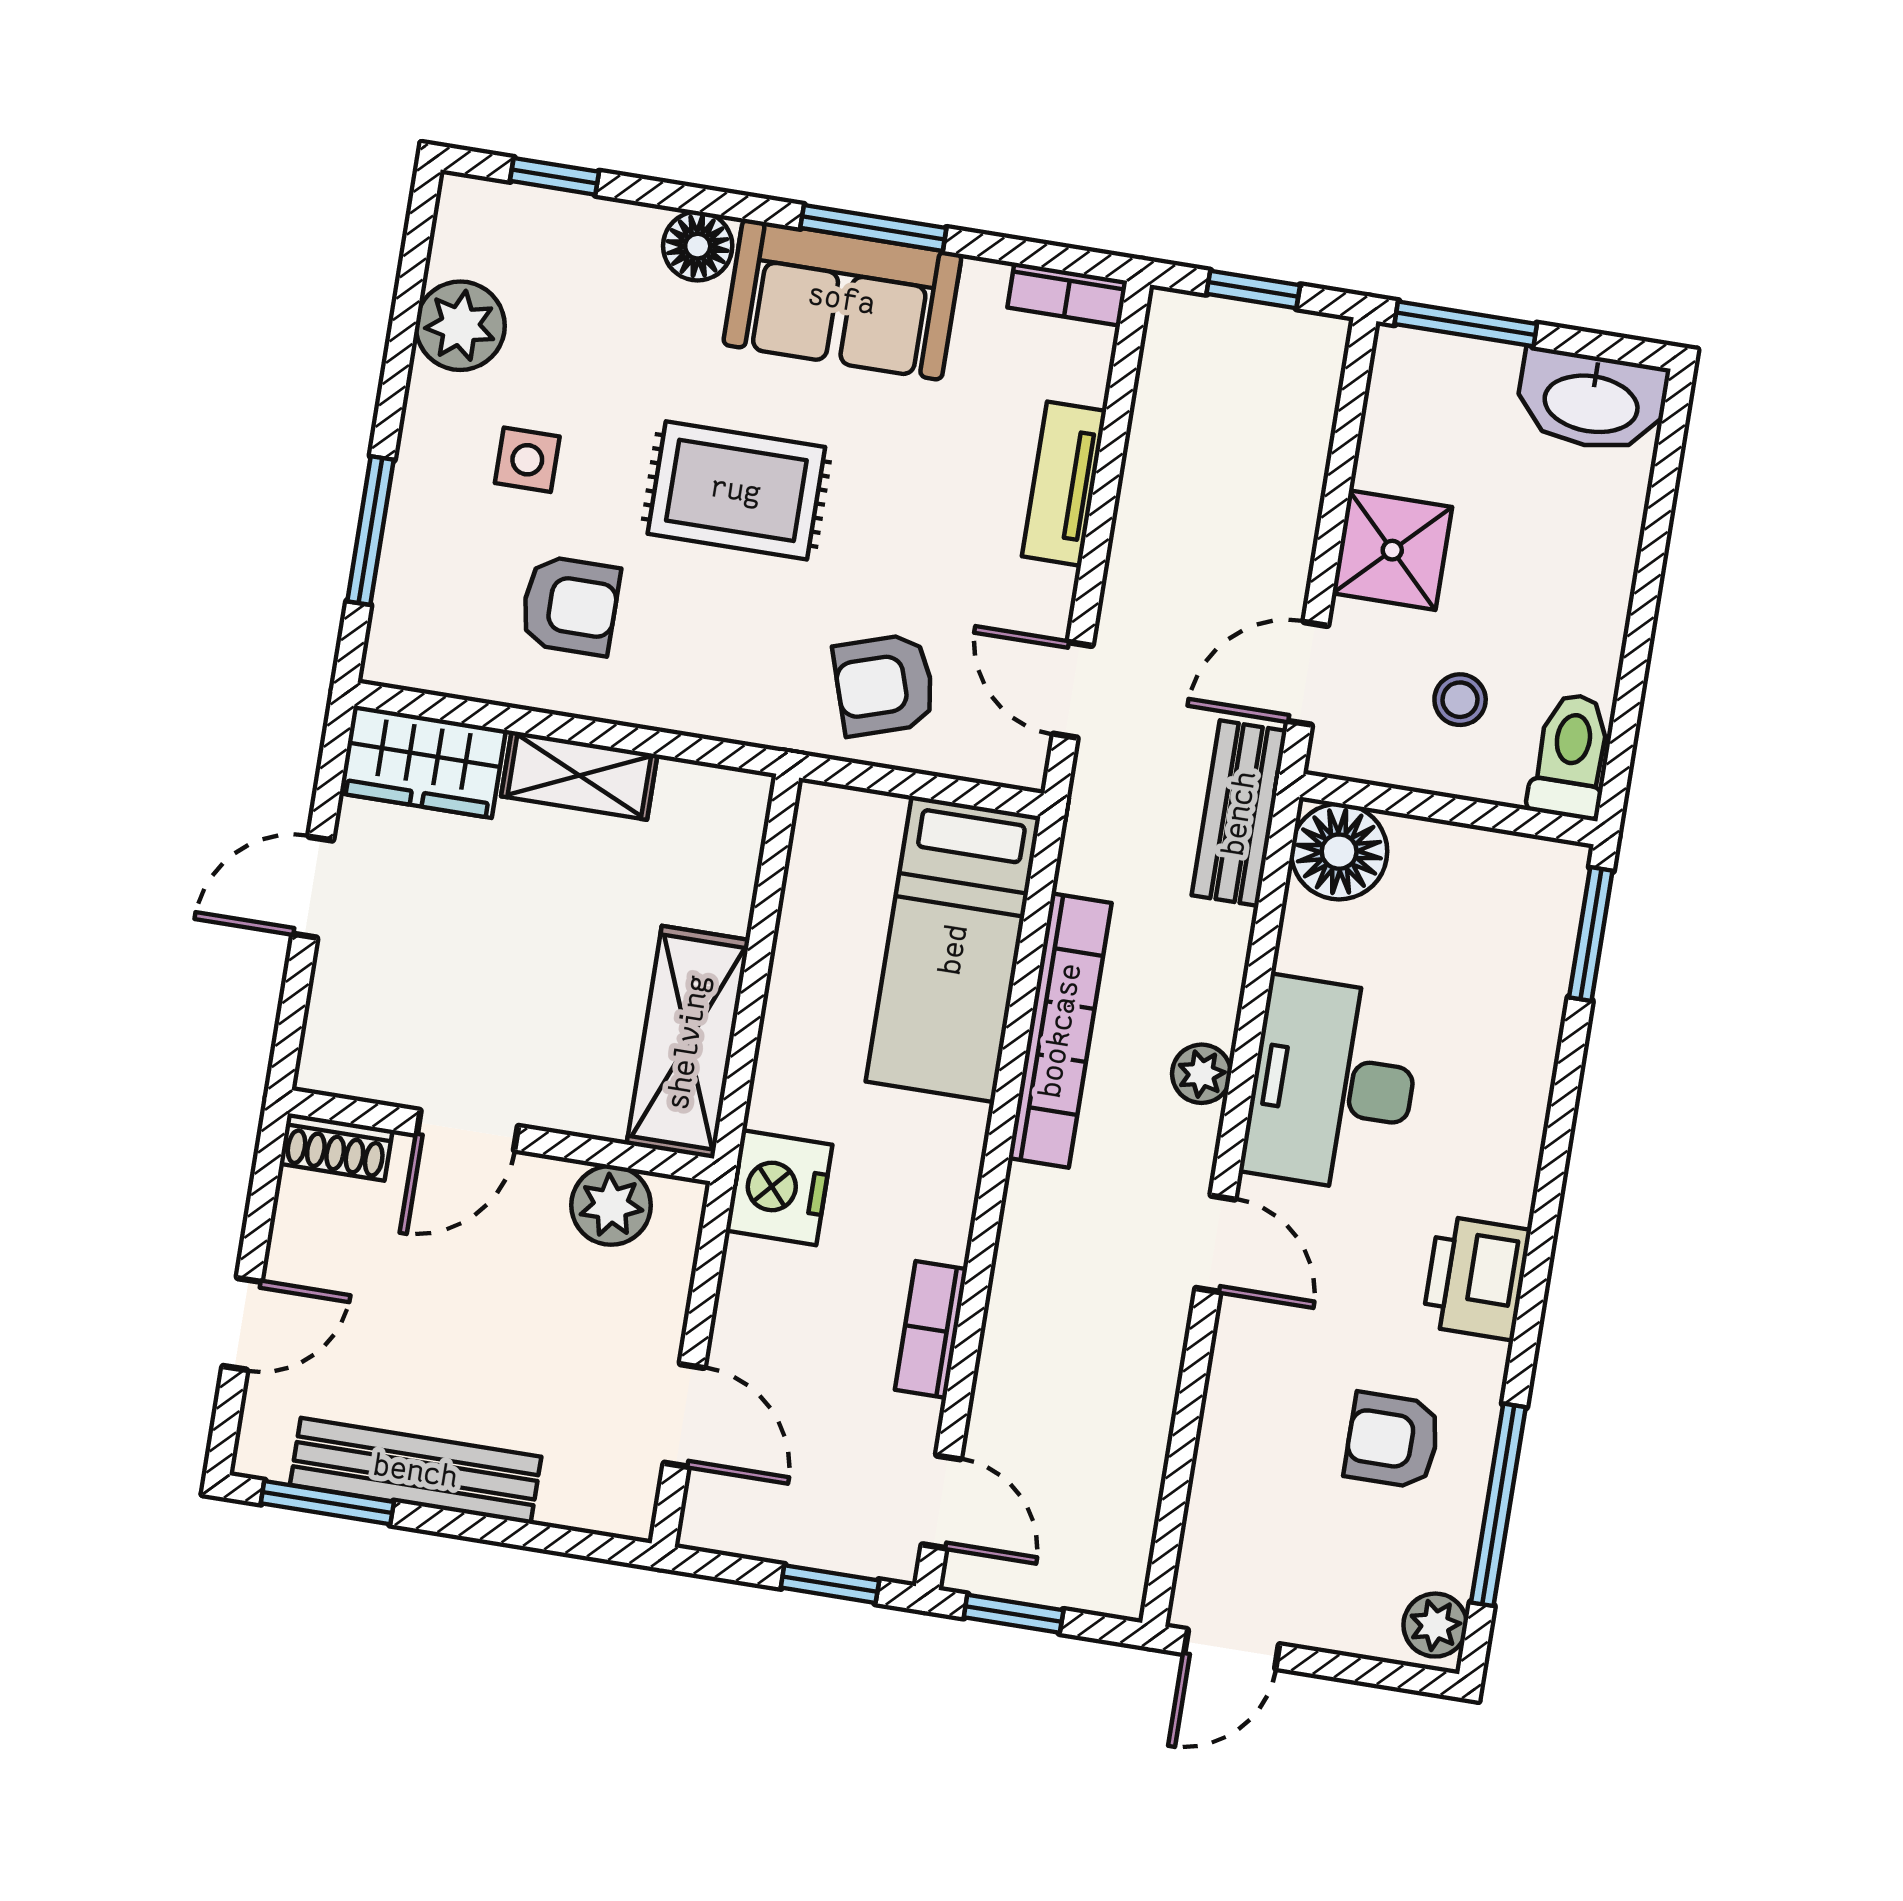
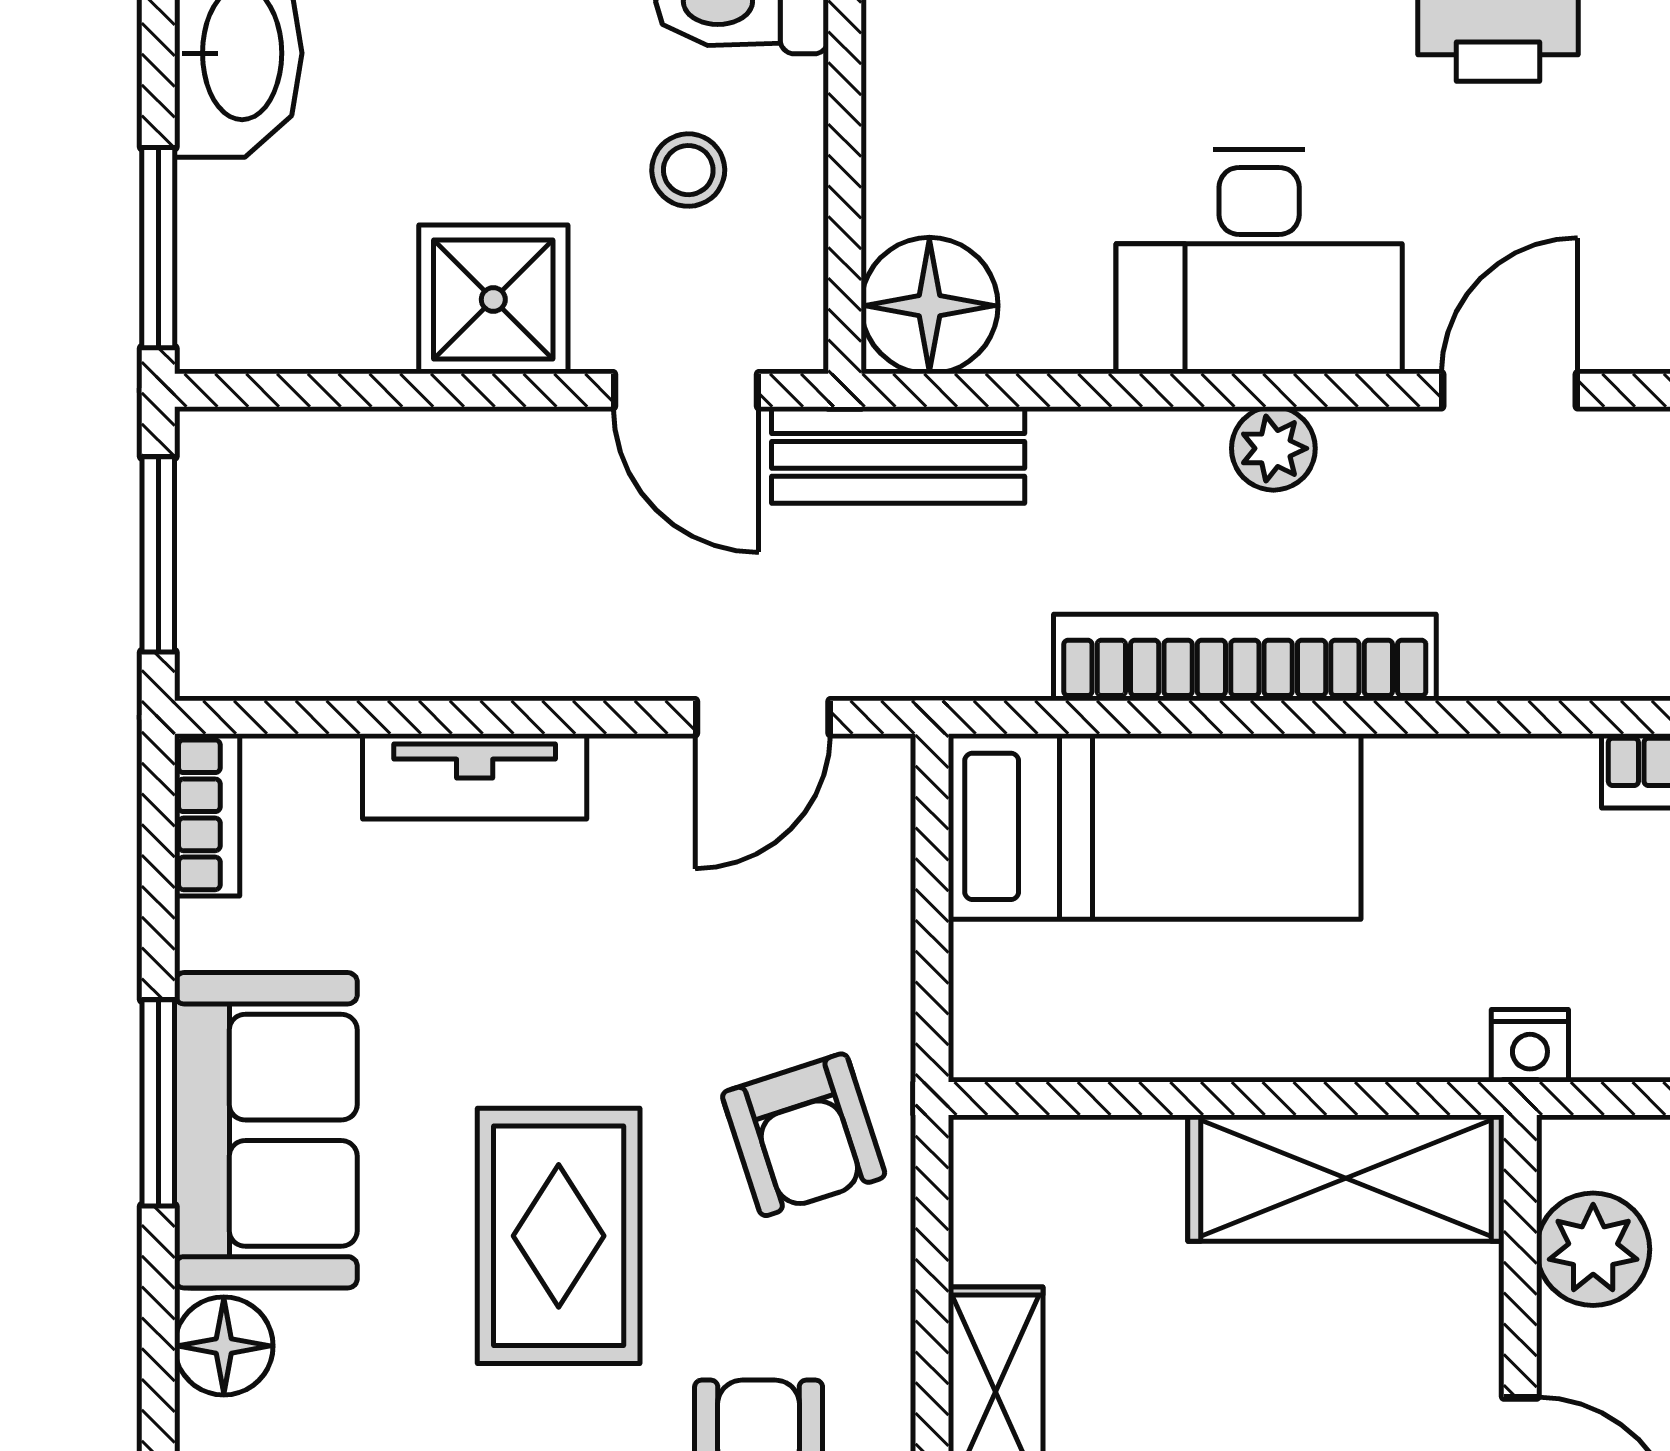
window: (1253, 290) -> (158, 554), width x1.50
armchair: (884, 685) -> (804, 1135), moved
nightstand: (779, 1188) -> (1530, 1046), width x0.53, depth x0.56

